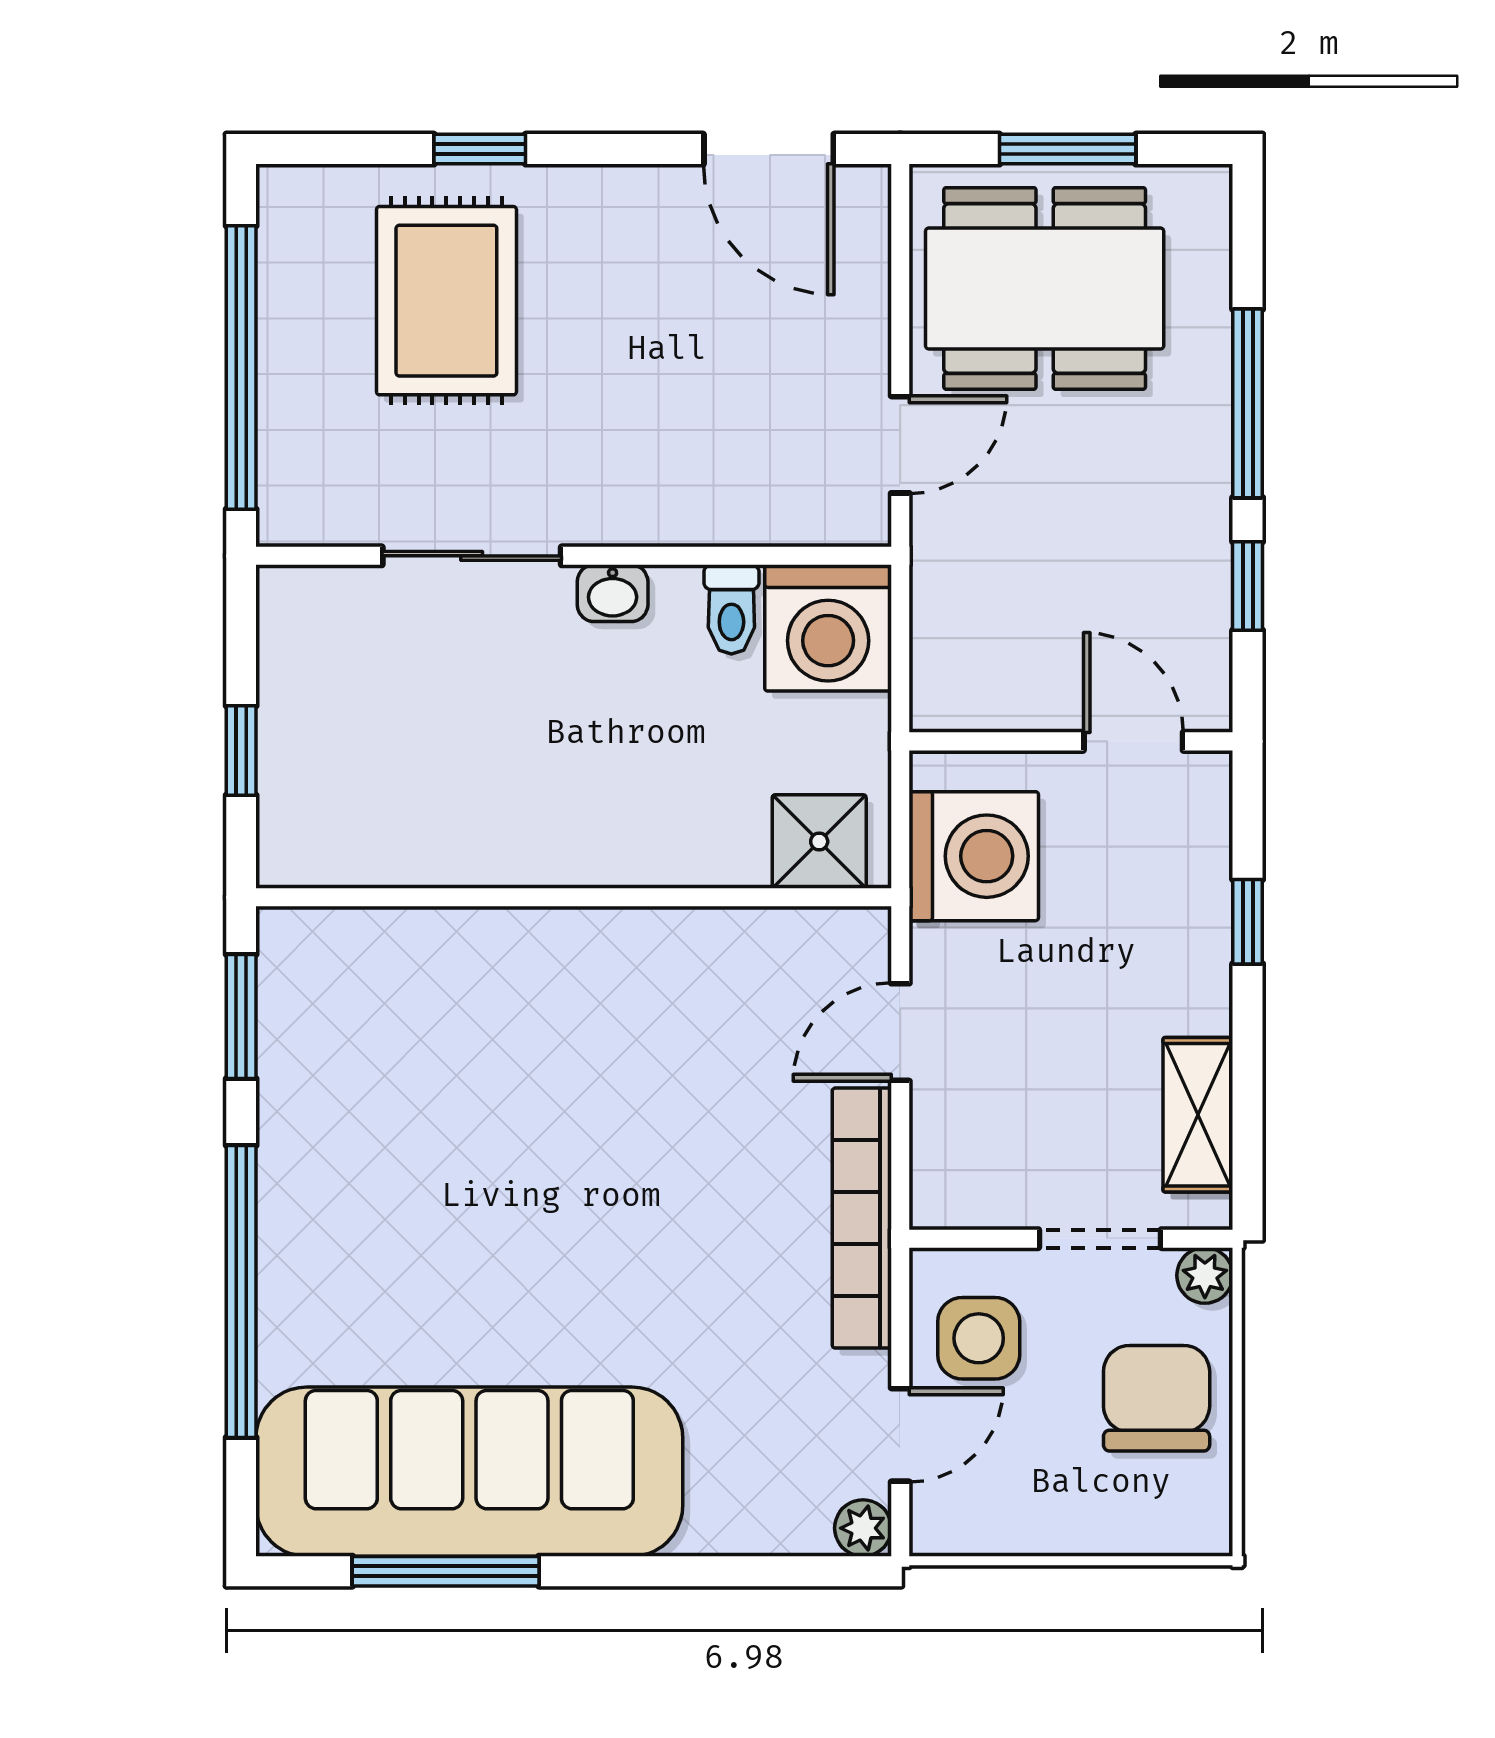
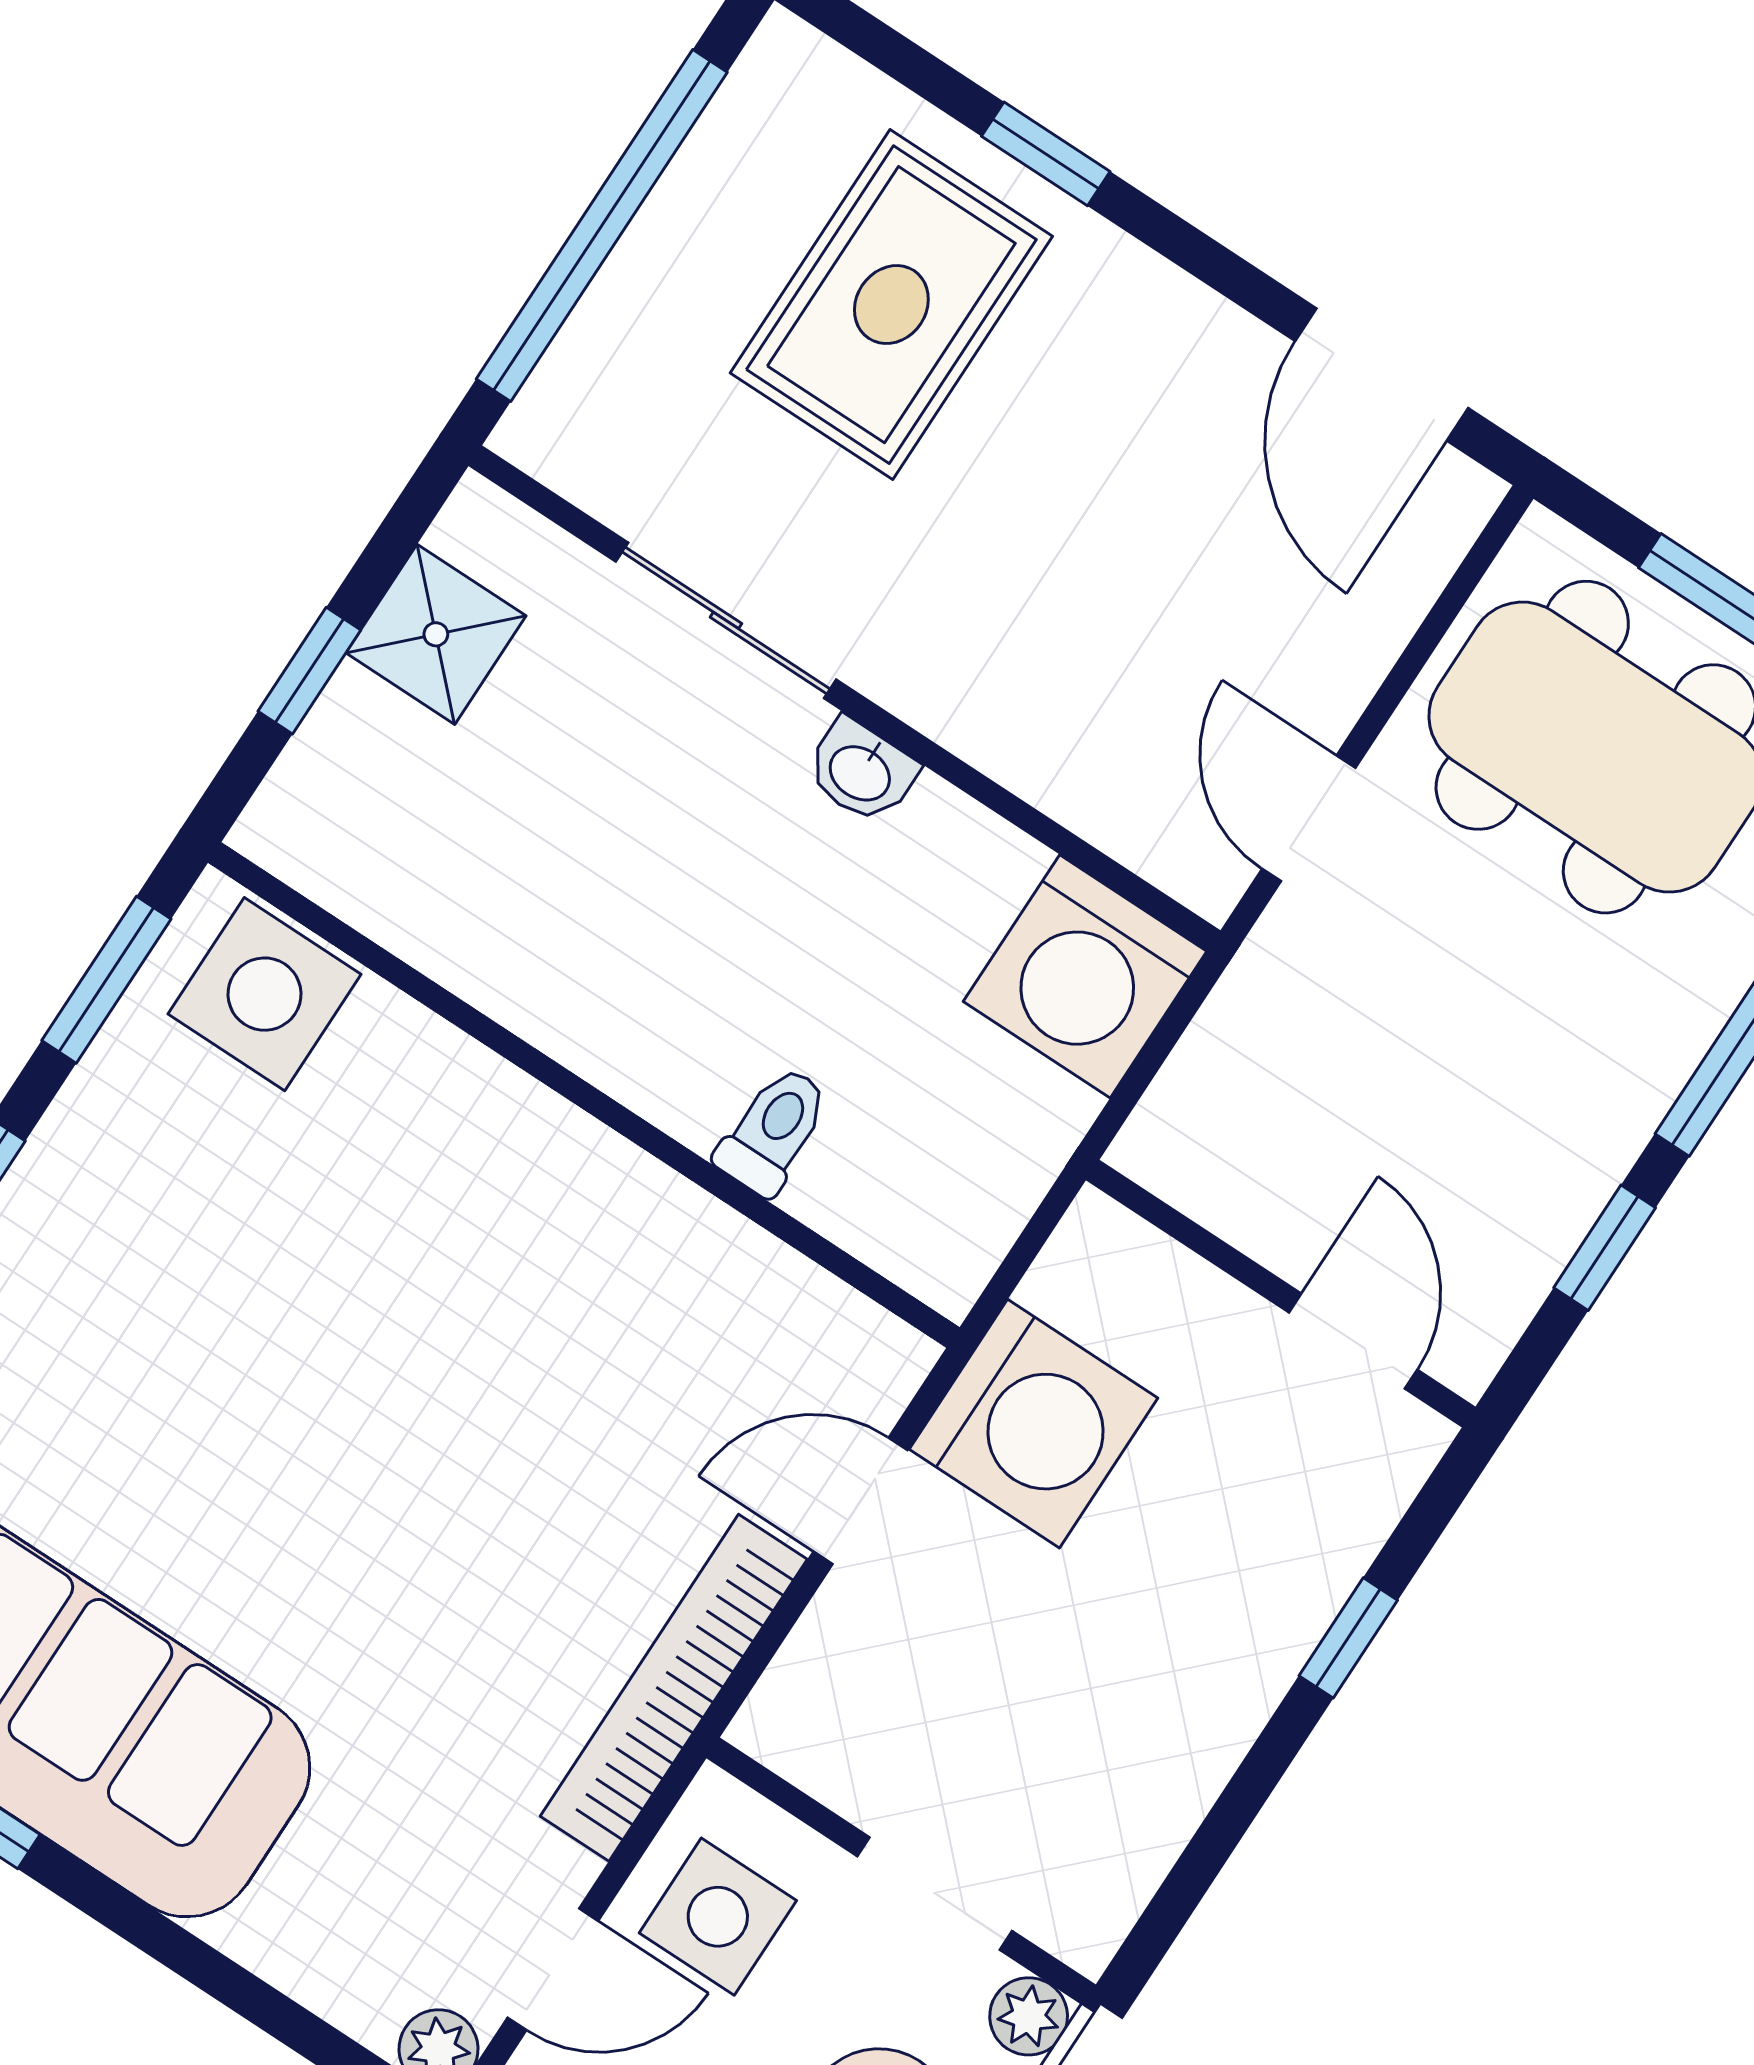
door: (900, 445) -> (1309, 818), swing flipped
toilet: (731, 609) -> (773, 1130), moved, turned 180
shower: (819, 841) -> (436, 634), moved
washing machine: (974, 856) -> (1034, 1424), moved
side table: (342, 963) -> (264, 994), added
shelving: (1198, 1115) -> (1143, 1824), removed

